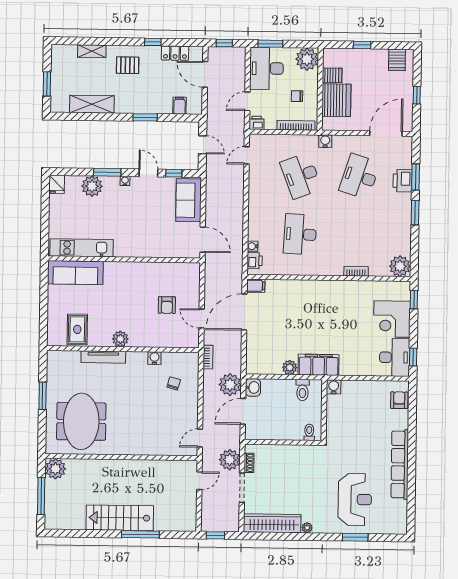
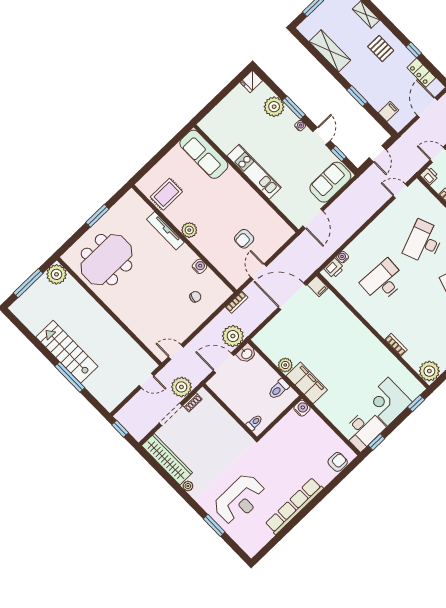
kitchen unit: (82, 248) -> (254, 172), moved

